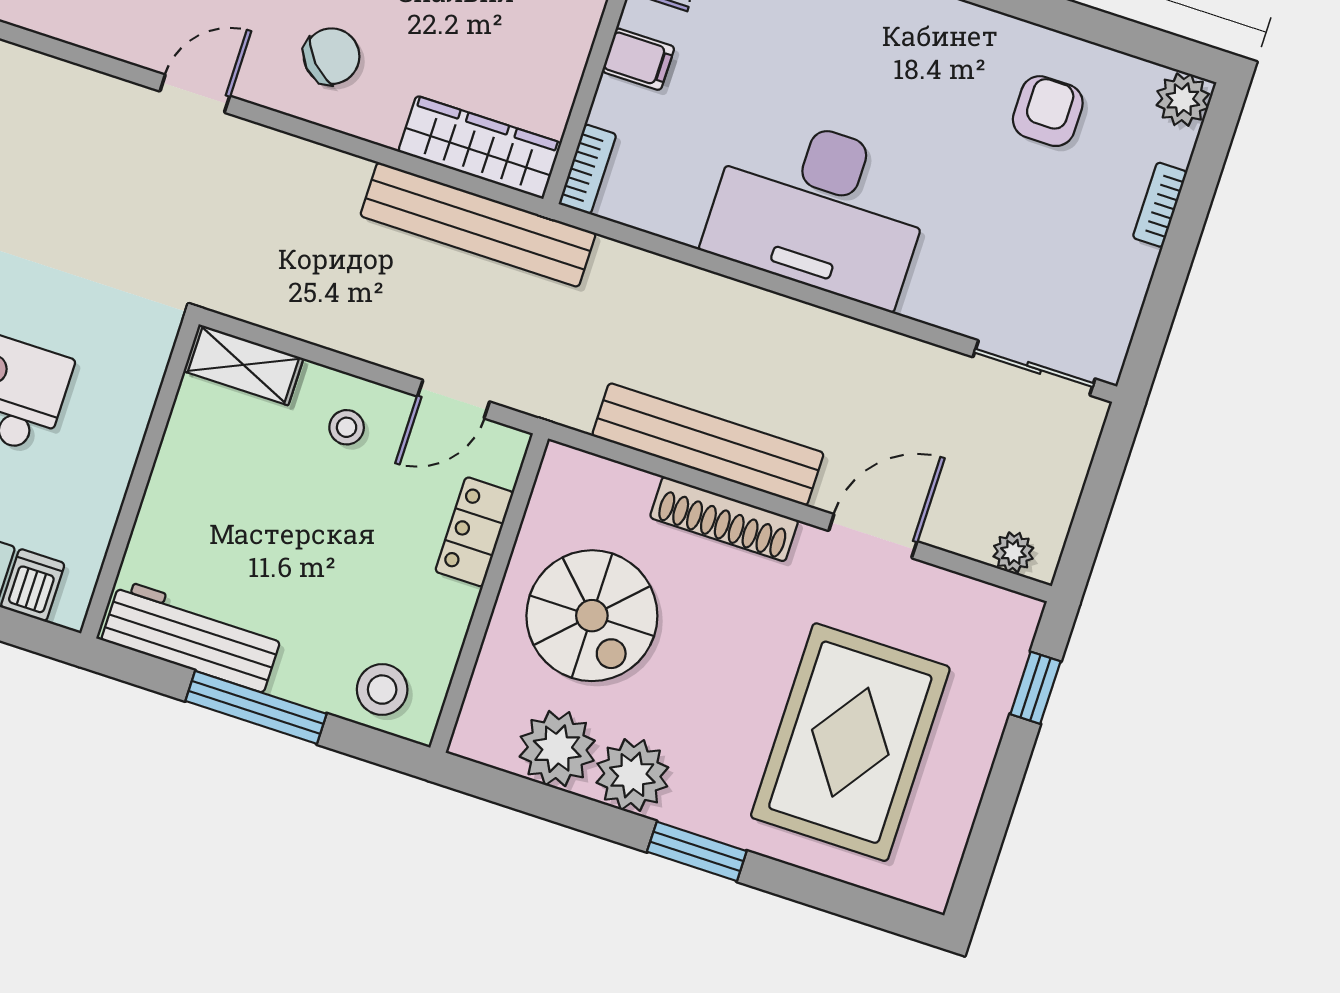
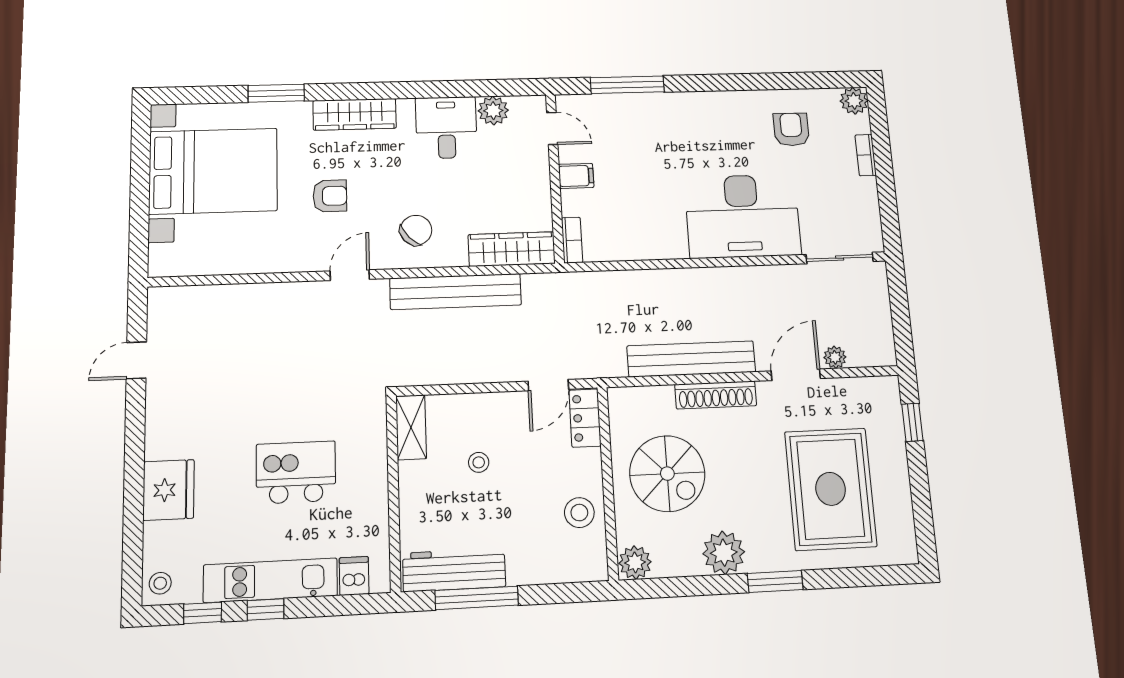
desk: (819, 209) -> (743, 216), moved
bench: (478, 225) -> (456, 292), moved
shelving: (243, 365) -> (411, 427), moved, turned 90
stool: (347, 427) -> (479, 462), moved
locker: (474, 532) -> (585, 418), moved
plant: (1013, 552) -> (835, 357), moved
stool: (382, 690) -> (579, 513), moved
window: (256, 707) -> (477, 598), moved
plant: (557, 749) -> (635, 563), moved, width x0.73, depth x0.73

